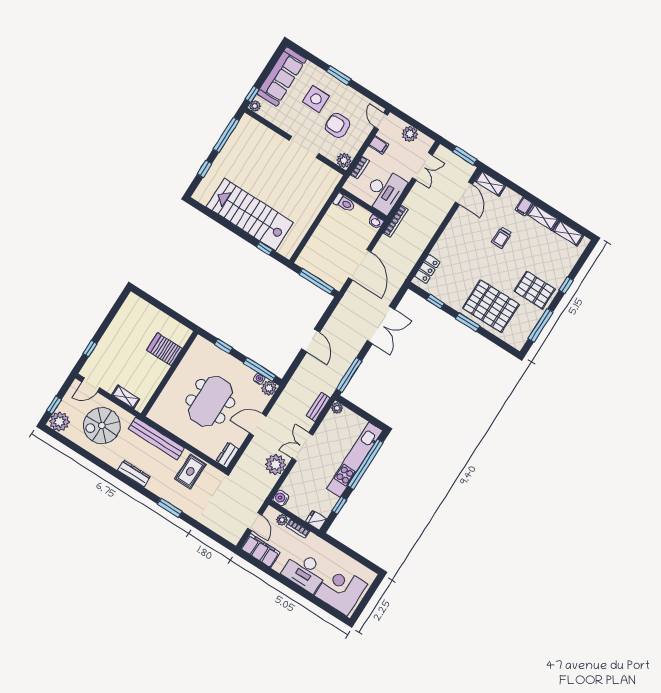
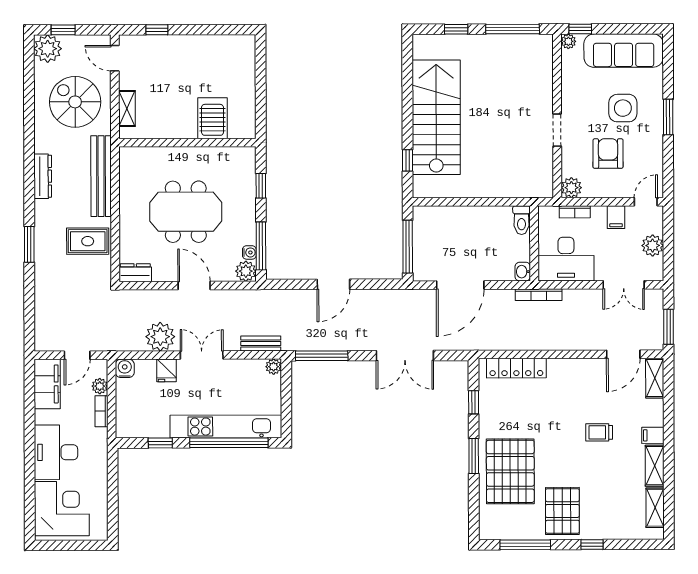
doorway: (304, 147) -> (557, 130), width x0.73
locker: (427, 269) -> (516, 368), width x1.53
fridge: (316, 520) -> (166, 370), moved, turned 180

